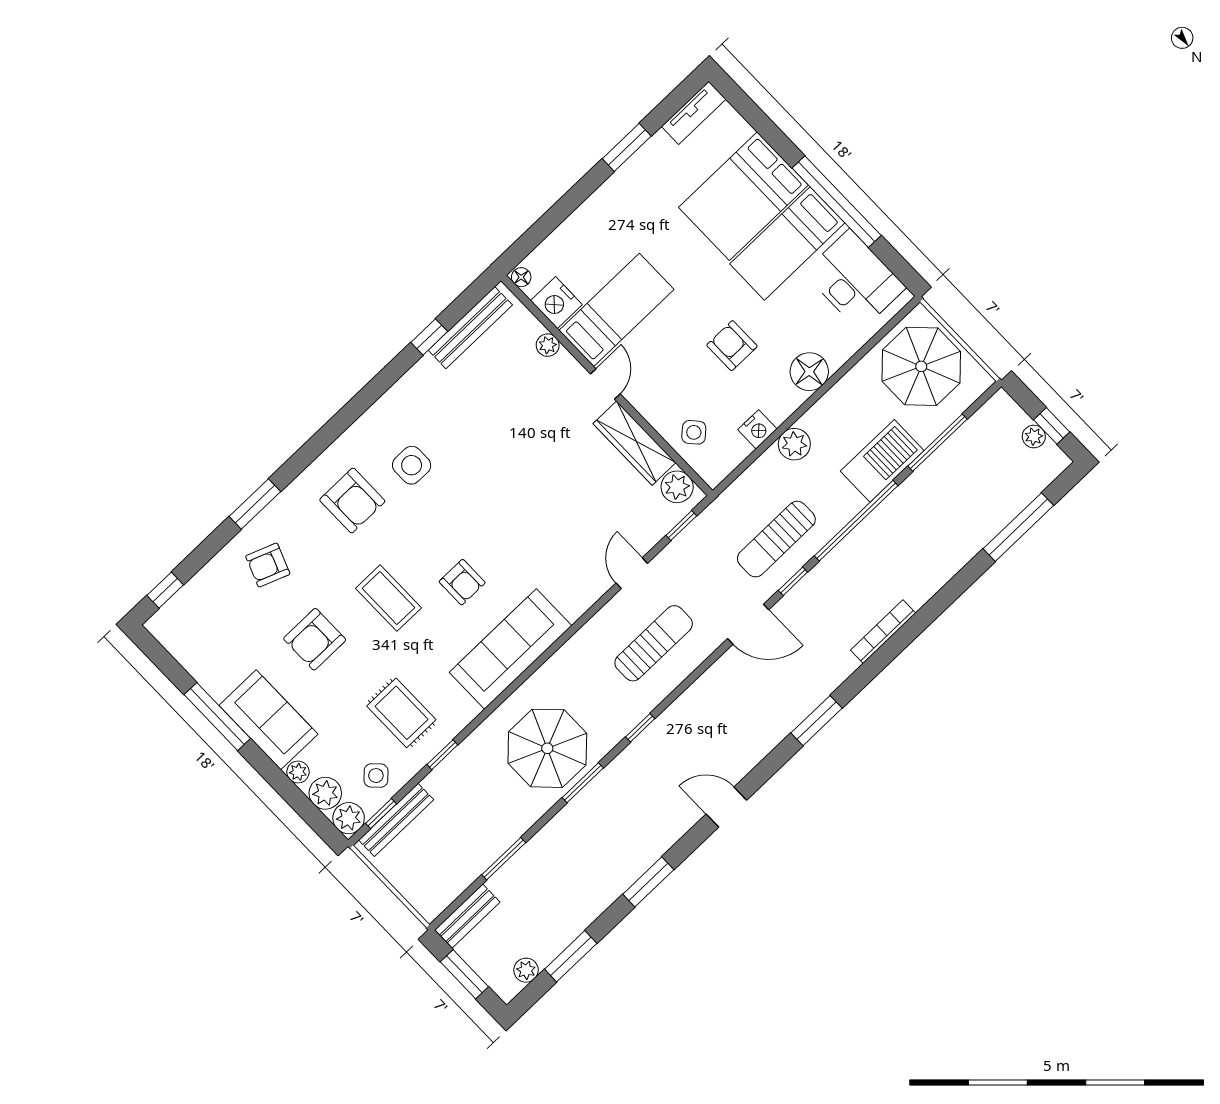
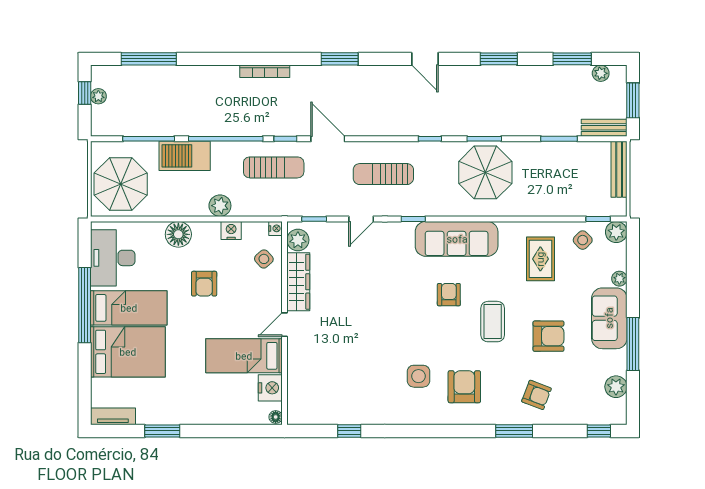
bench: (470, 328) -> (325, 416), removed
plant: (548, 345) -> (295, 371), removed
nightstand: (713, 476) -> (275, 228), added
window: (442, 755) -> (413, 219), moved
plant: (325, 793) -> (616, 387), moved
bench: (396, 820) -> (619, 169), moved, turned 90

